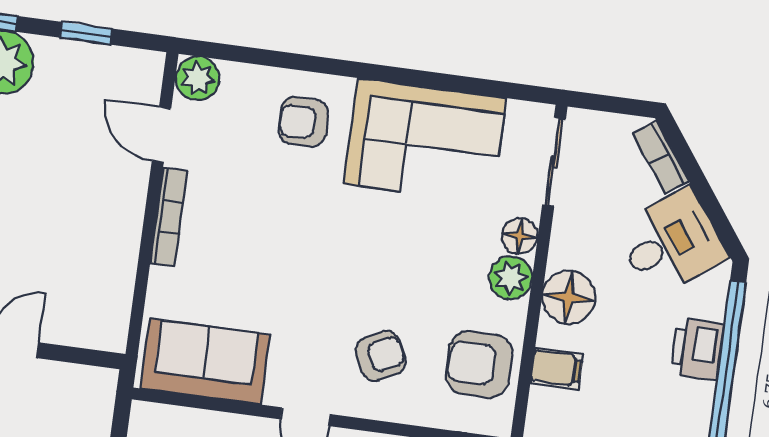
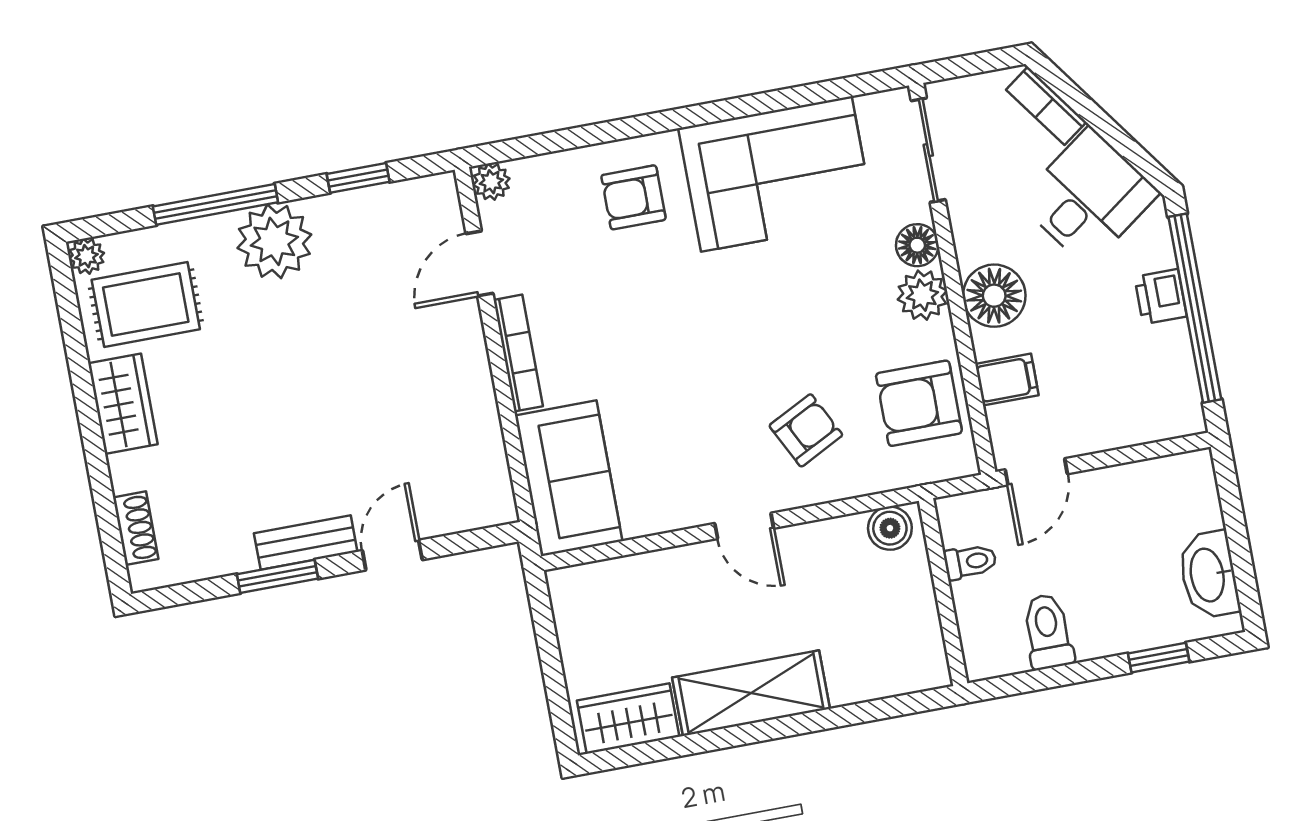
plant: (198, 78) -> (491, 182), width x0.73, depth x0.73
door: (161, 135) -> (479, 264), hinge flipped
printer: (697, 349) -> (1161, 297), width x0.73, depth x0.81
sofa: (205, 362) -> (569, 478), moved, turned 90

